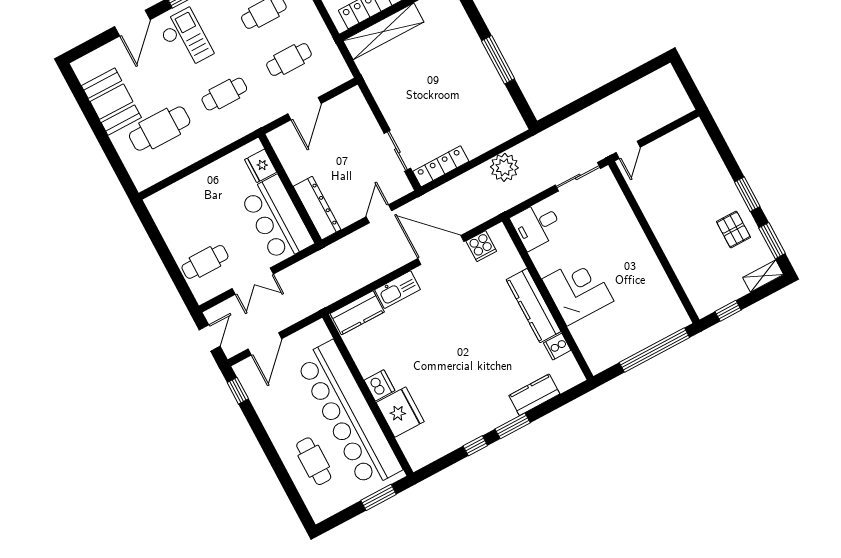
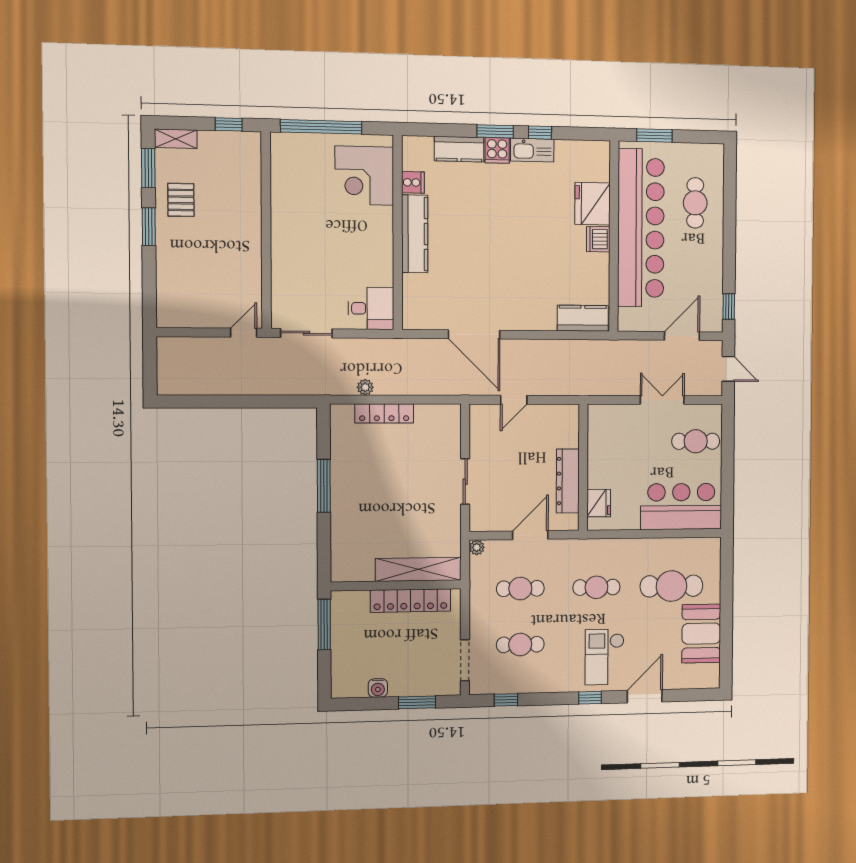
plant: (344, 75) -> (477, 547), added
sliding door: (397, 151) -> (465, 482), moved
locker: (441, 166) -> (384, 413), moved
plant: (504, 167) -> (365, 387), width x0.53, depth x0.53
dresser: (317, 208) -> (568, 481), moved
bar counter: (277, 219) -> (681, 506), moved, turned -90
cooker: (481, 246) -> (497, 150), moved, turned 180
kitchen sink: (397, 290) -> (532, 150), moved, turned 180
corner desk: (578, 290) -> (364, 176), moved
door: (210, 338) -> (728, 369), swing flipped

